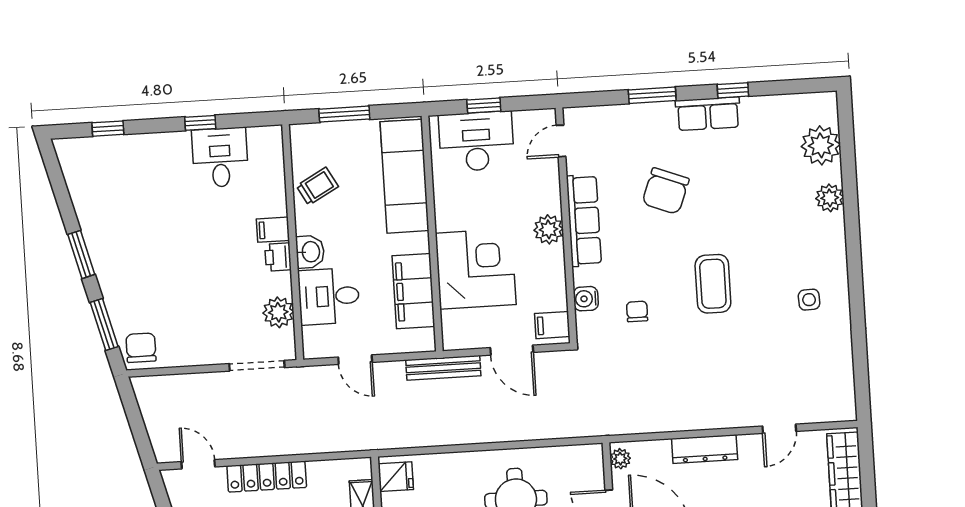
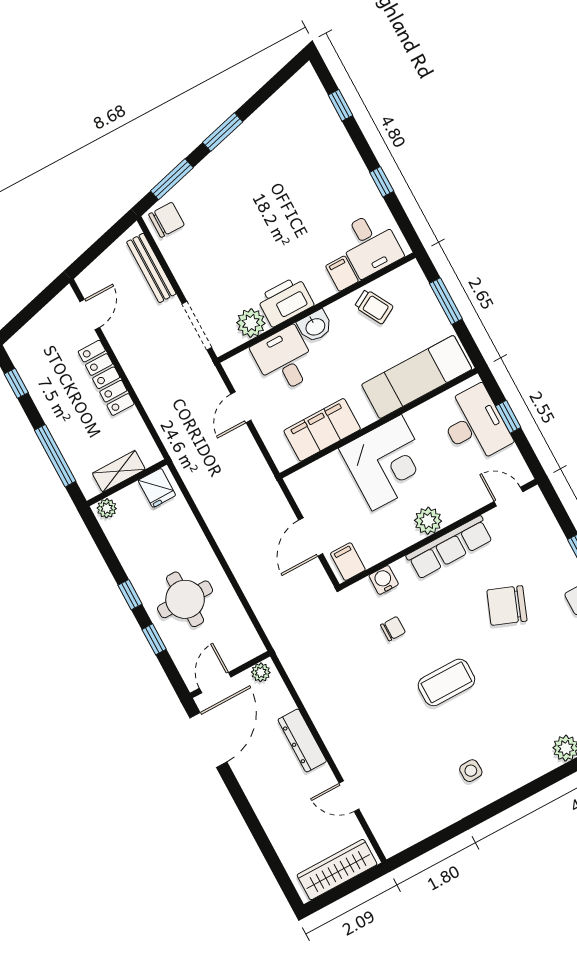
desk: (220, 157) -> (370, 244), moved, turned 90
filing cabinet: (273, 230) -> (342, 274), moved
printer: (278, 257) -> (285, 301), width x1.87, depth x1.48
corner desk: (476, 269) -> (387, 463), moved
bench: (443, 368) -> (151, 268), moved

